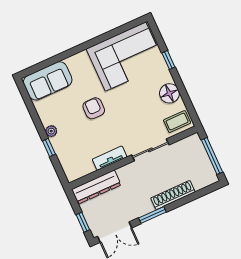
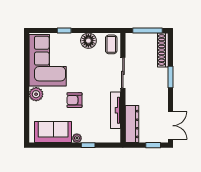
plant: (80, 61) -> (36, 94), added
sofa: (48, 81) -> (53, 132), moved, turned -90
tv unit: (110, 158) -> (116, 110), width x1.41
shoe rack: (173, 195) -> (163, 50), moved
window: (152, 215) -> (170, 77), moved

